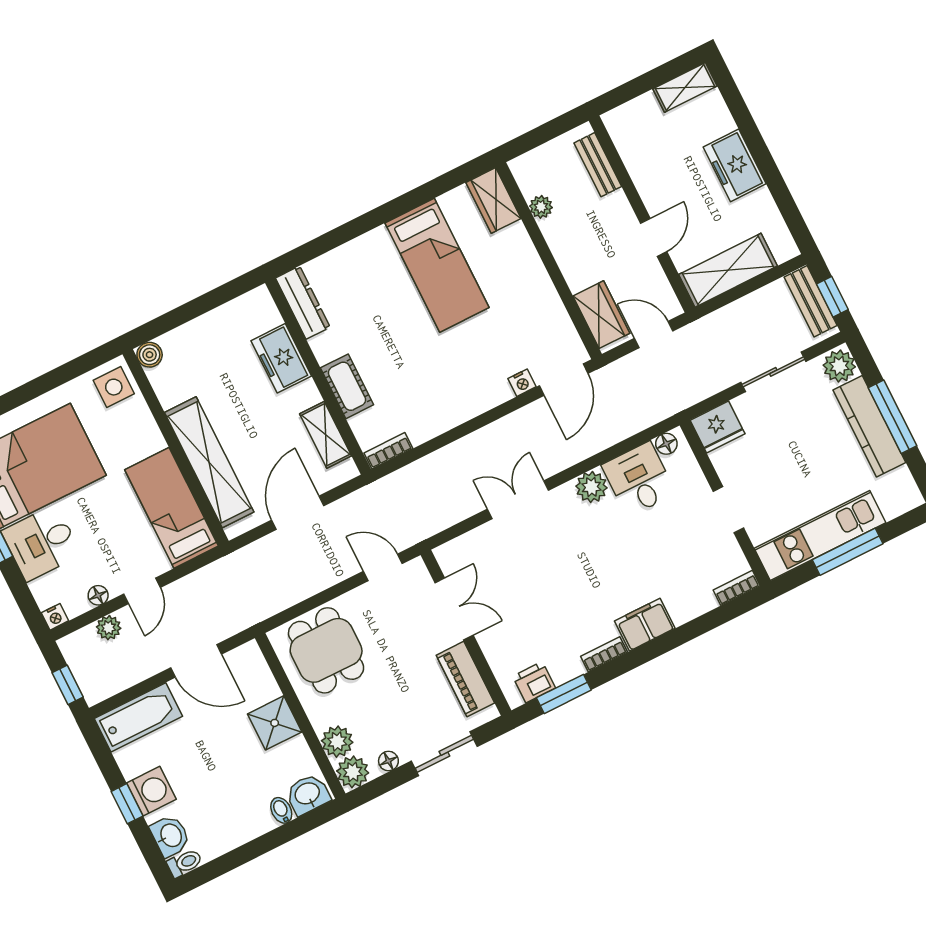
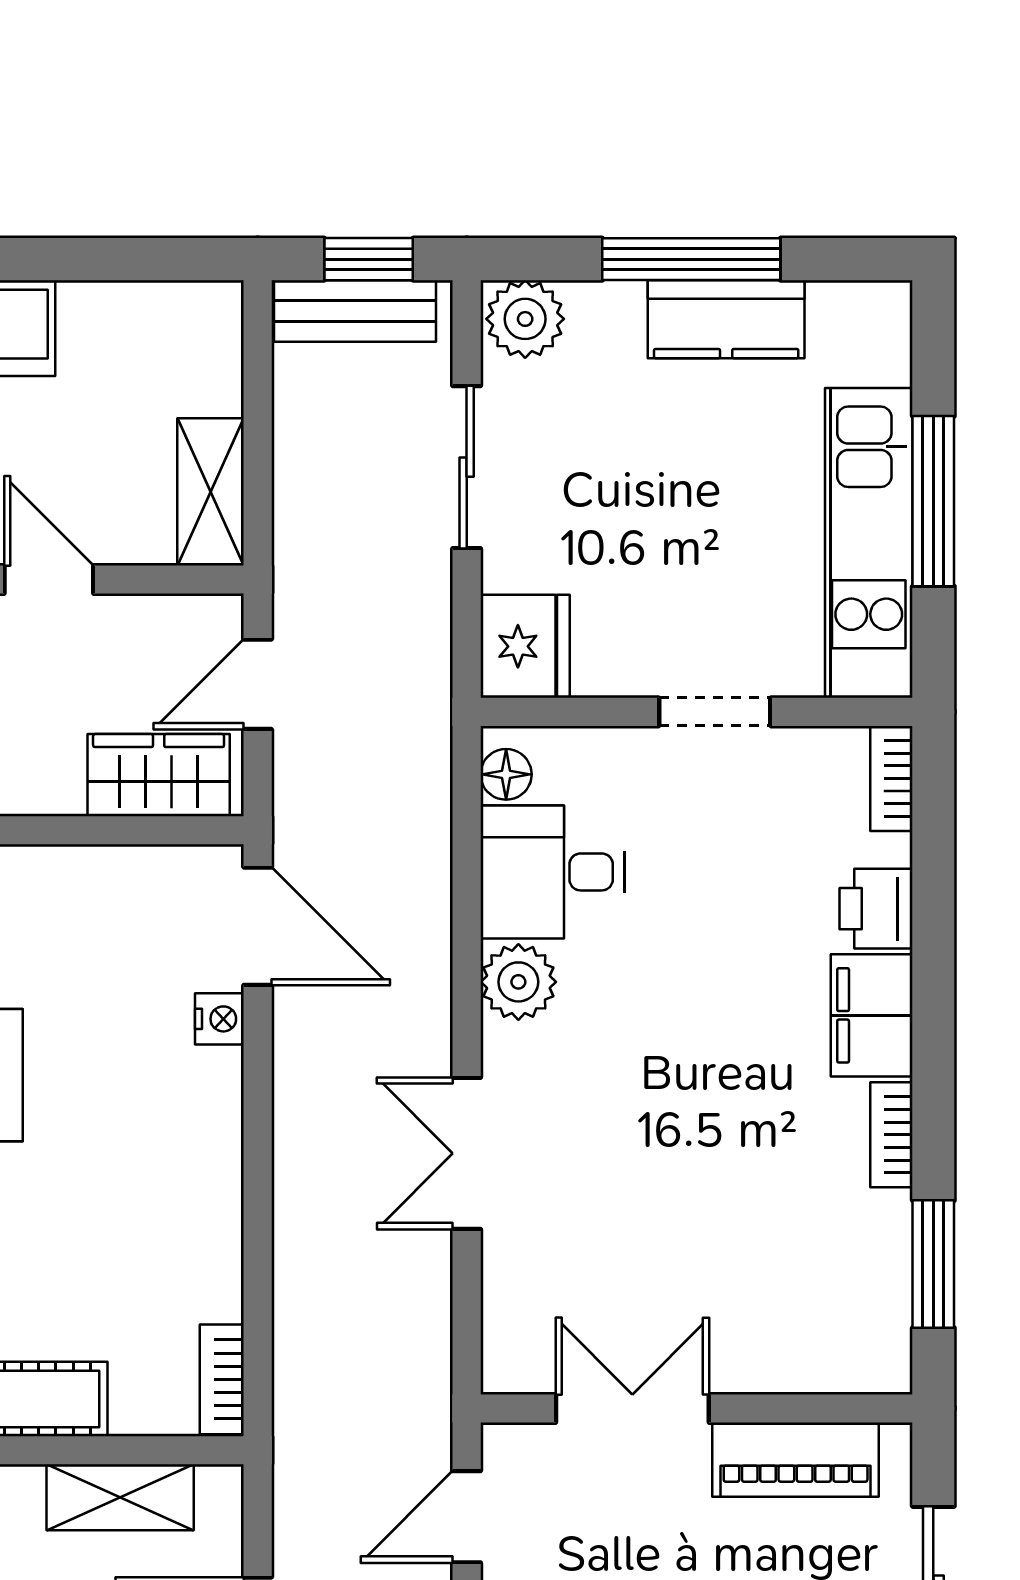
shelving: (728, 270) -> (211, 492), width x0.67, depth x0.75
kitchen counter: (869, 426) -> (726, 319), width x0.67
printer: (534, 682) -> (876, 909), moved

